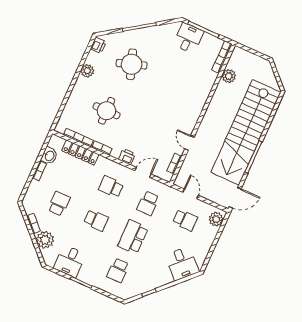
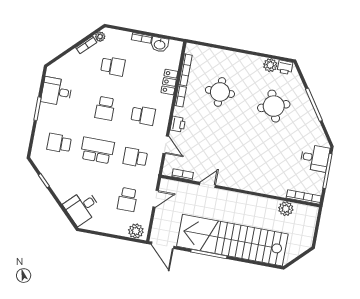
plant: (87, 71) -> (270, 65), moved
locker: (80, 153) -> (169, 82), width x0.66
school desk: (111, 187) -> (143, 115), turned 90
plant: (45, 240) -> (100, 37), moved, width x0.53, depth x0.53

